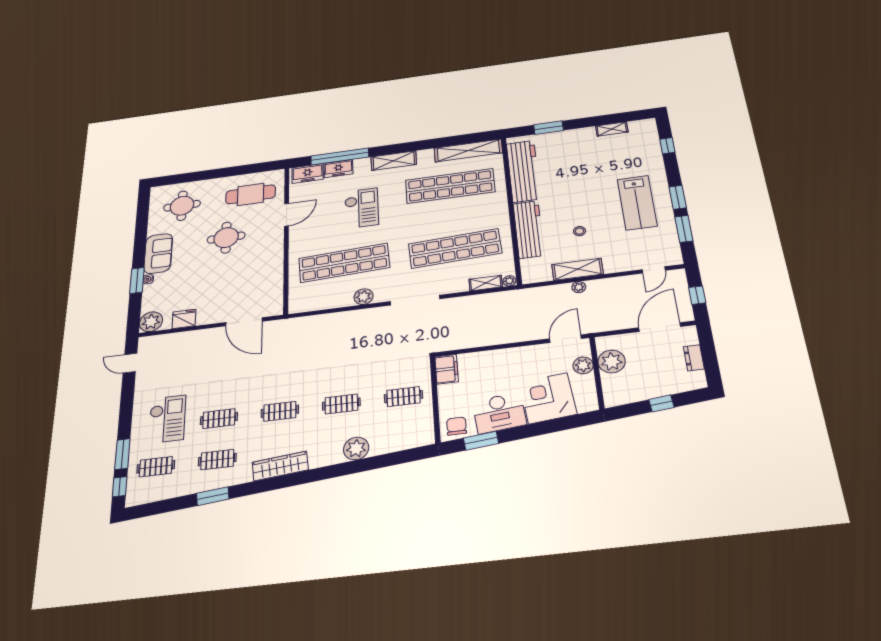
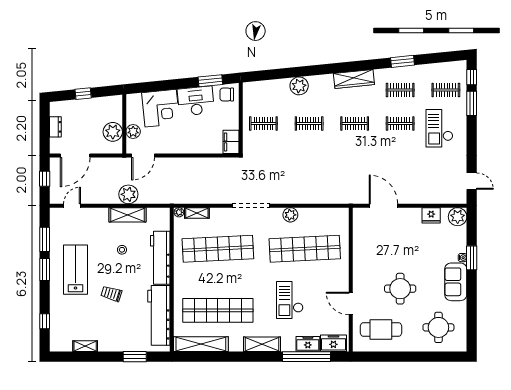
trolley: (587, 184) -> (111, 294), added
door: (286, 215) -> (351, 304), hinge flipped
plant: (579, 287) -> (128, 194), width x1.87, depth x1.87
chair: (457, 426) -> (227, 95), turned 90

